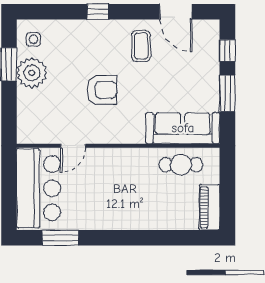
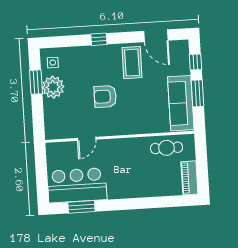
coffee table: (141, 46) -> (132, 63), width x1.36, depth x1.30
armchair: (102, 90) -> (105, 97), turned 180
sofa: (183, 128) -> (181, 103), moved, turned -90
bar counter: (39, 188) -> (77, 185), moved, turned -90

